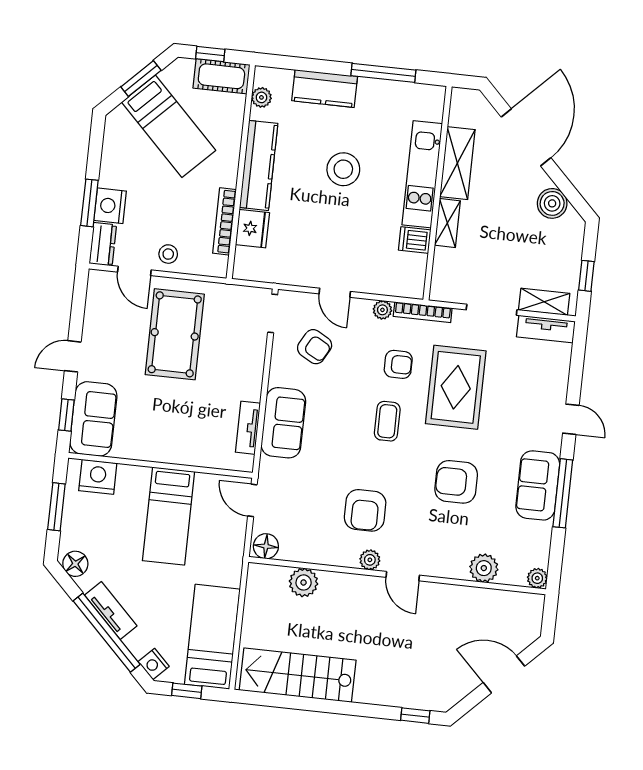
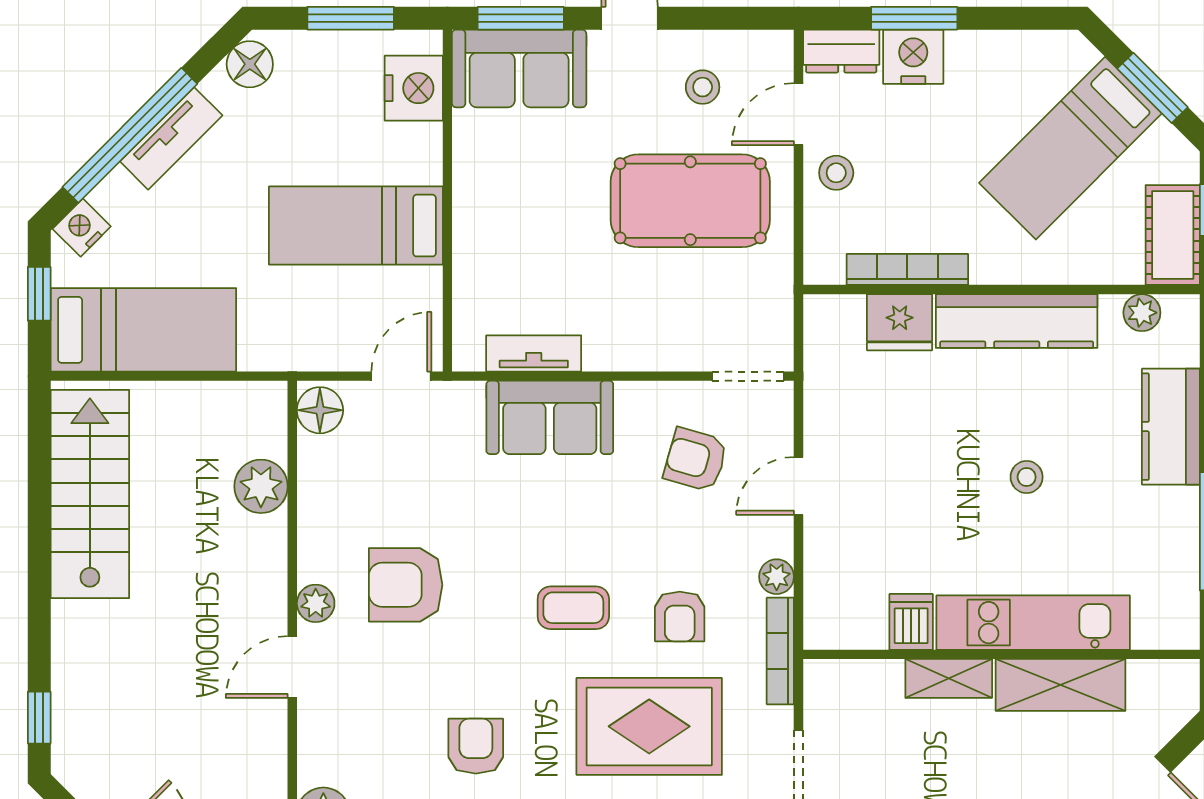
stool: (343, 169) -> (1027, 477), width x0.53, depth x0.53
stool: (114, 321) -> (703, 87), added
armchair: (315, 347) -> (696, 460), turned 77
window: (66, 415) -> (521, 18), width x1.50
armchair: (456, 482) -> (476, 746), width x0.72, depth x0.72

